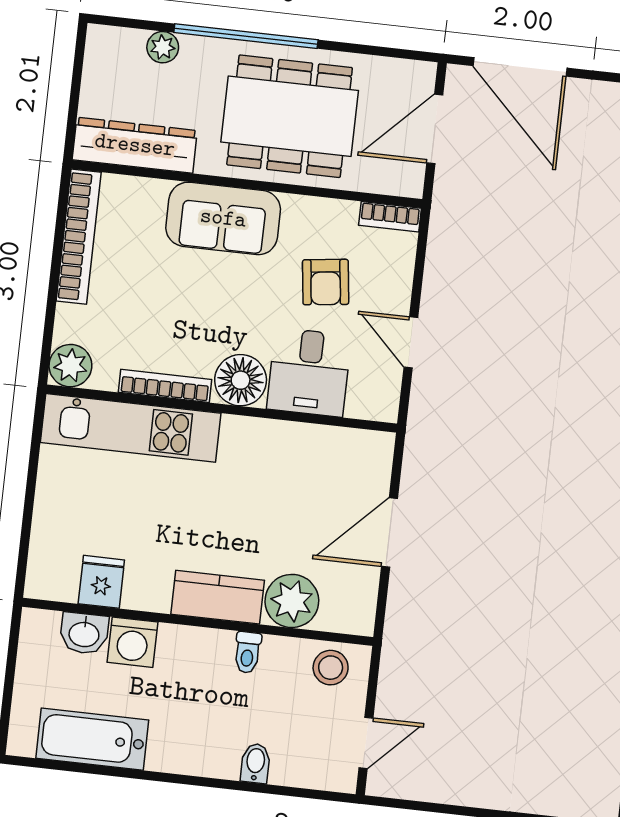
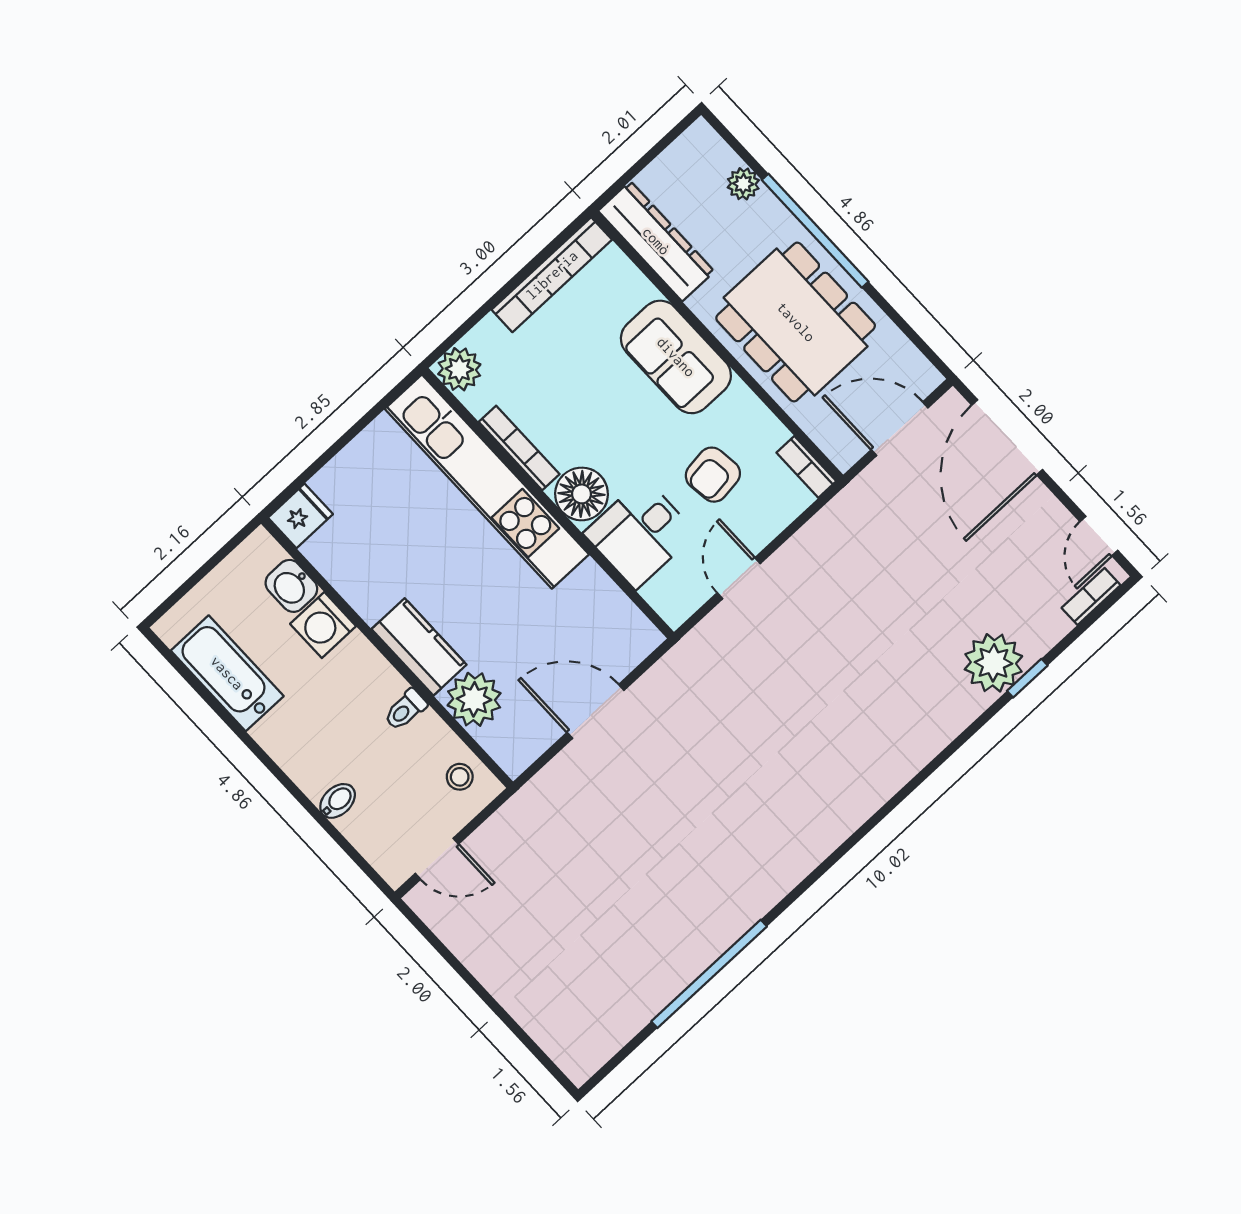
kitchen unit: (131, 428) -> (487, 482), width x1.36
fridge: (101, 582) -> (300, 516), moved
stool: (331, 668) -> (460, 777), width x0.73, depth x0.73

